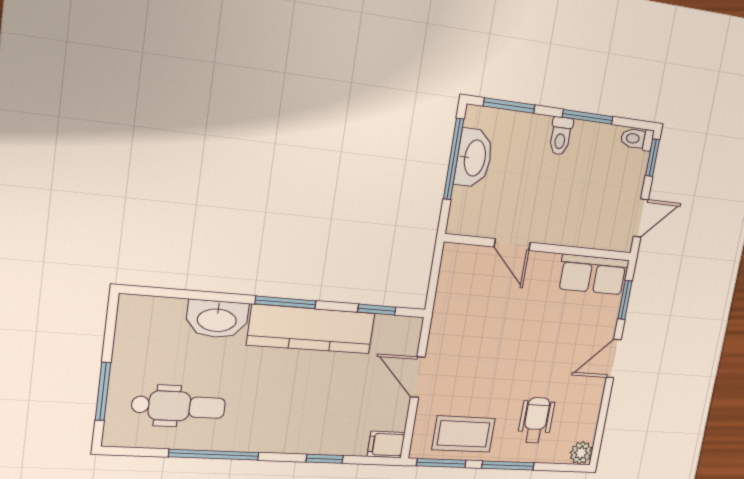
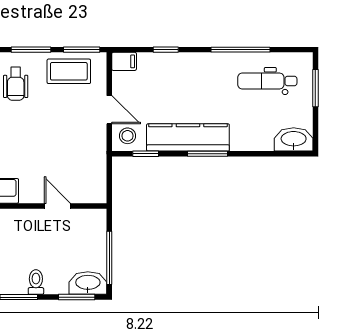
washbasin: (474, 158) -> (88, 283), moved, turned 90
washbasin: (217, 319) -> (294, 139), moved
stool: (398, 338) -> (127, 136), added

